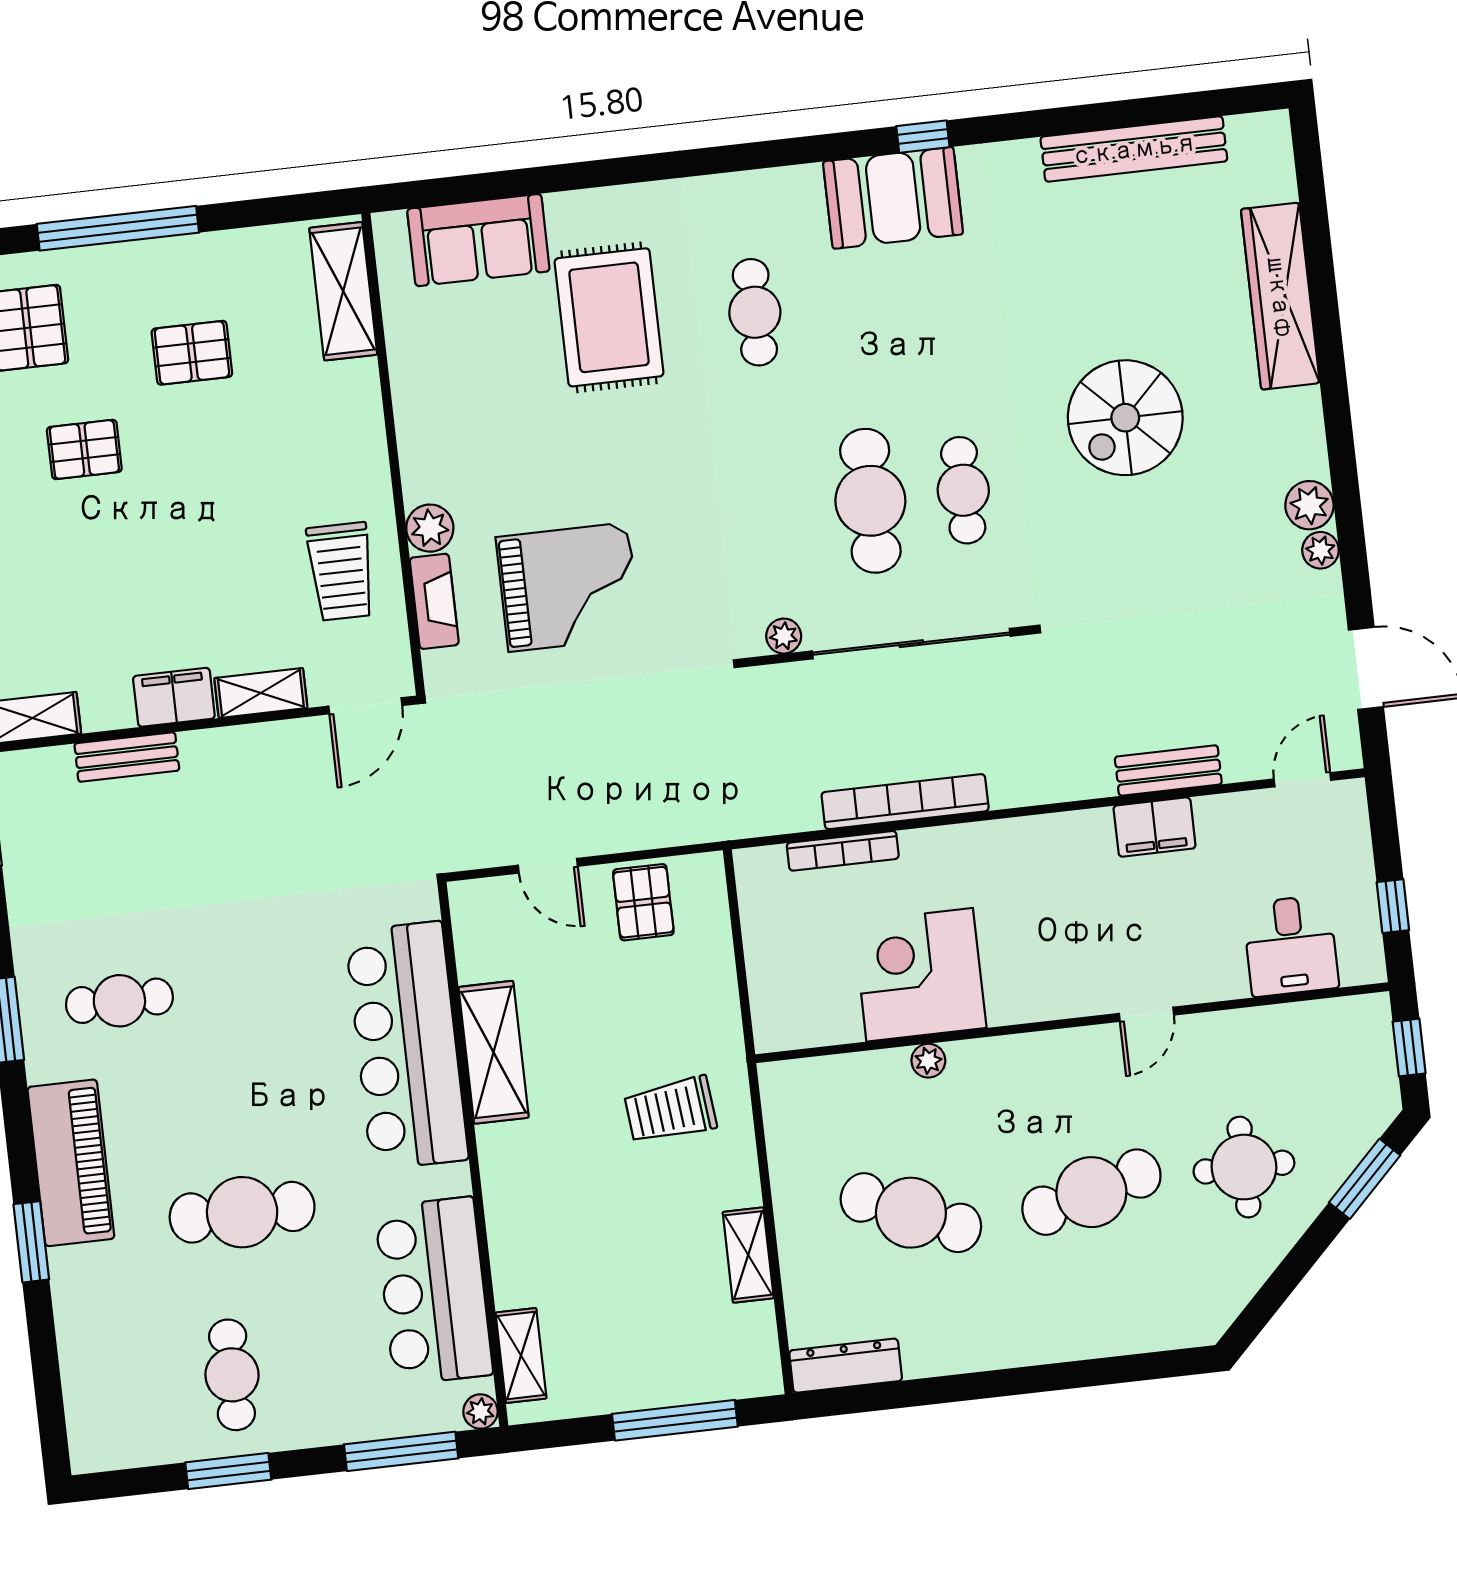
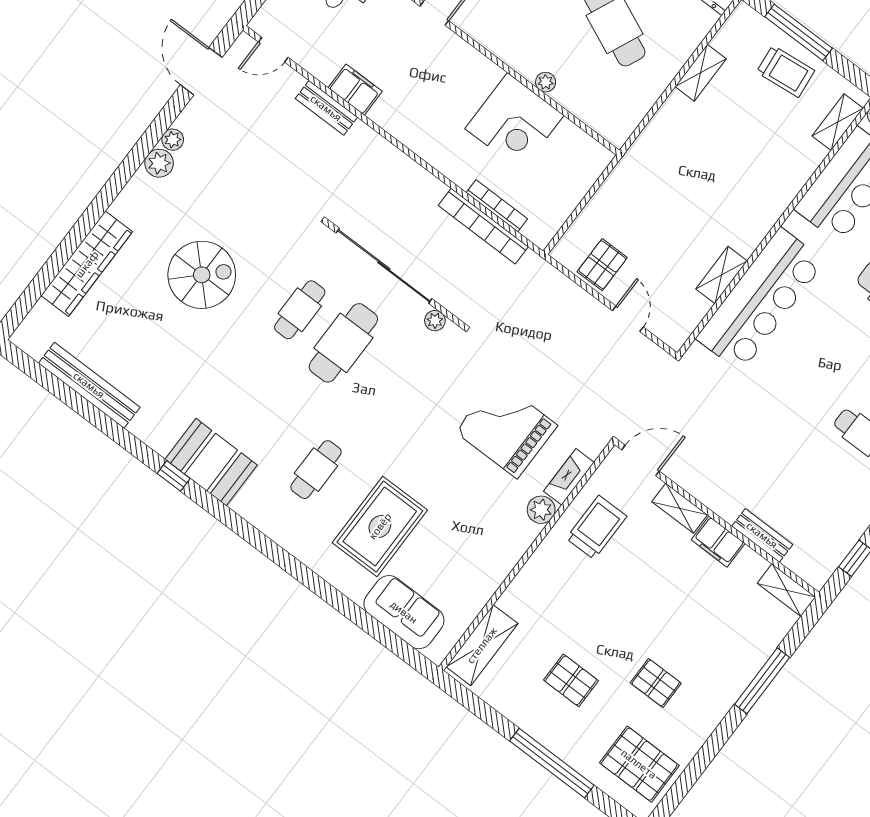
bookcase: (905, 802) -> (483, 226), moved
shelving: (494, 1052) -> (722, 275), width x0.67, depth x0.75
trolley: (670, 1110) -> (786, 71), moved

